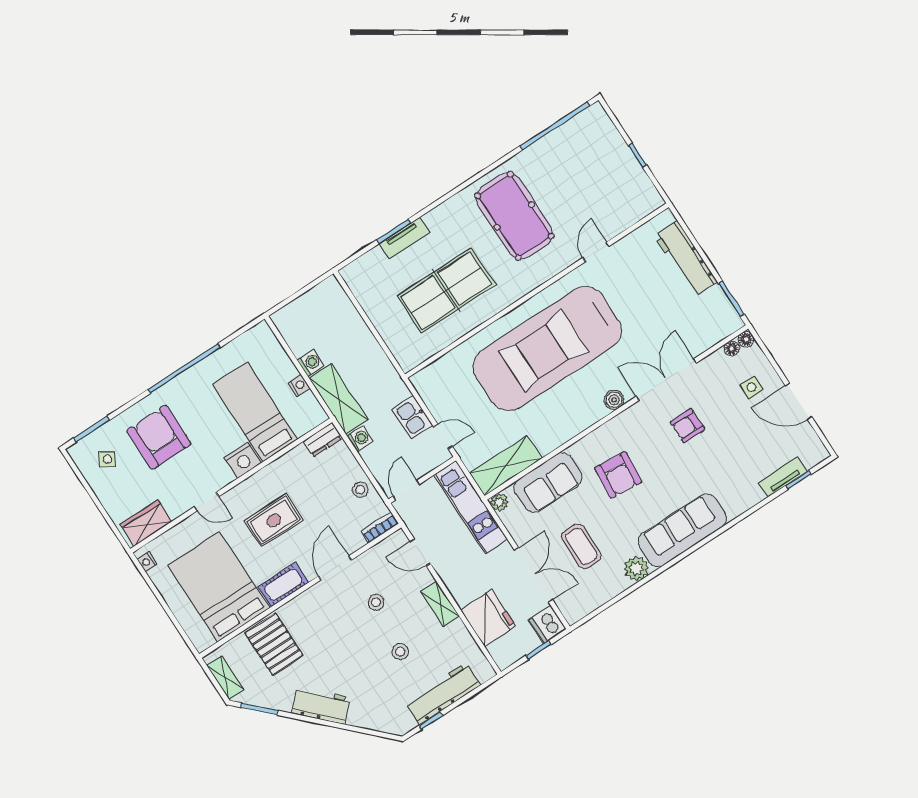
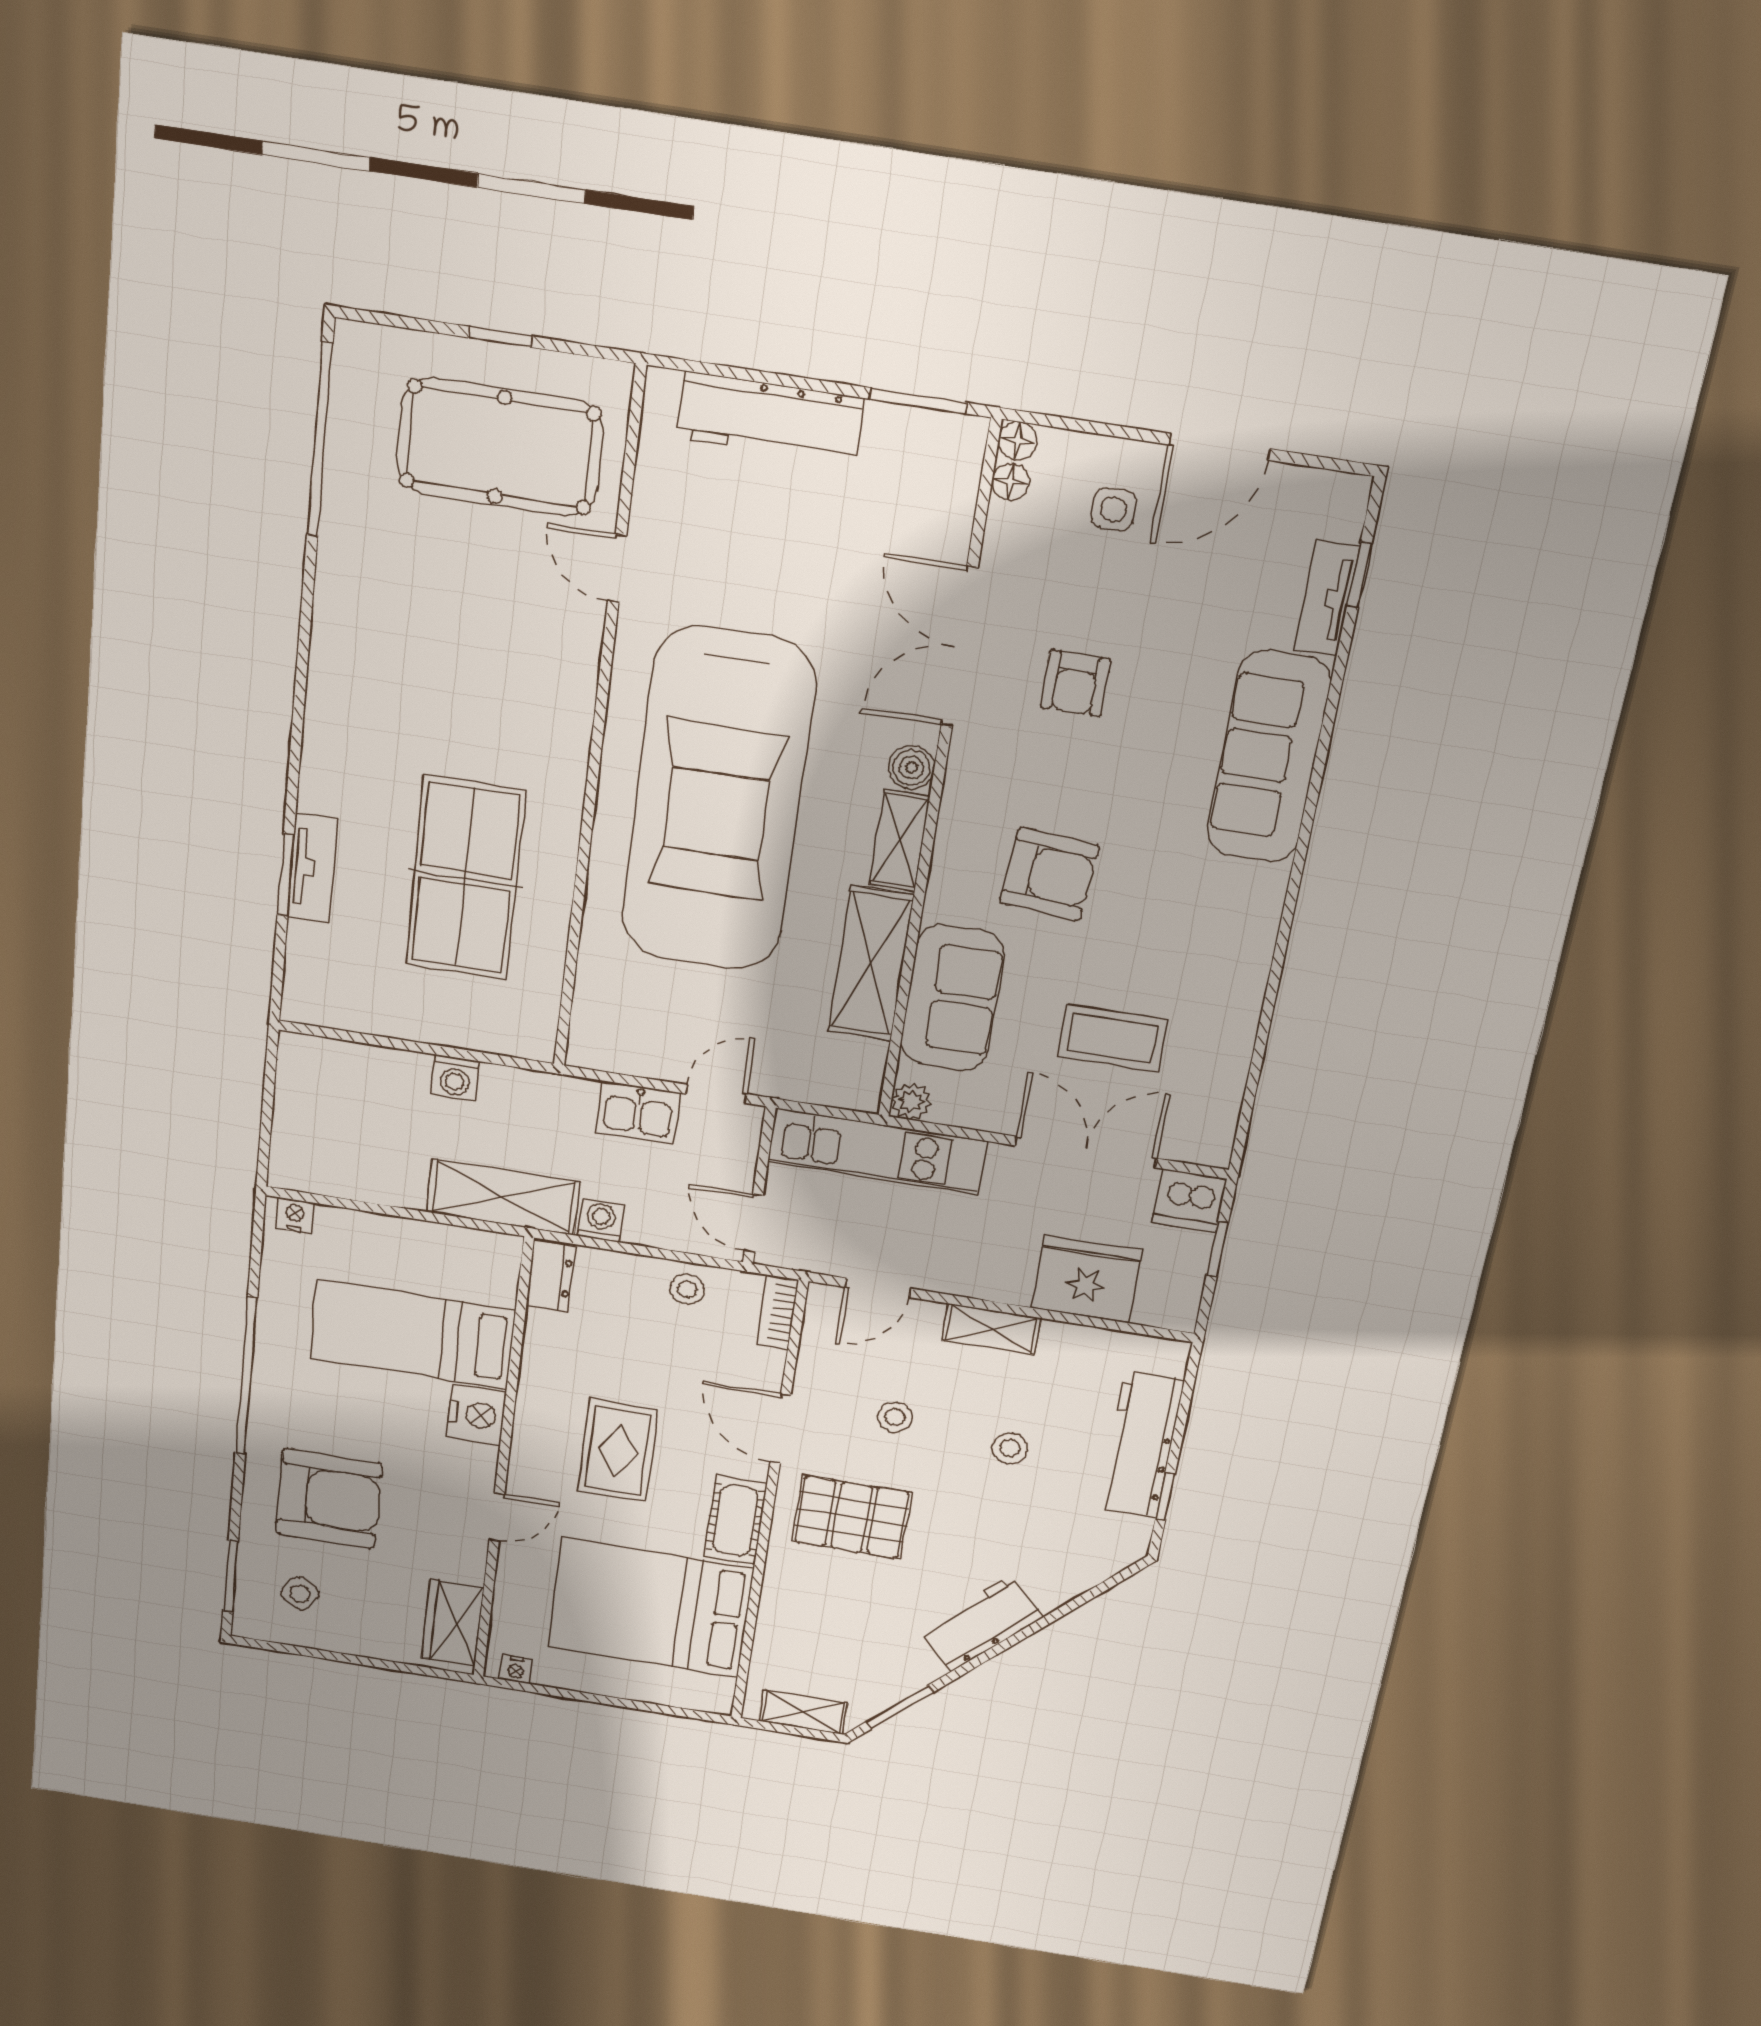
pool table: (514, 216) -> (500, 447), moved
washing machine: (311, 363) -> (455, 1078), moved, turned 180
nightstand: (299, 385) -> (295, 1215), moved
shelving: (586, 418) -> (900, 841), added
armchair: (159, 437) -> (329, 1499), turned 180
shelving: (506, 466) -> (871, 963), moved
sofa: (682, 530) -> (1268, 757), moved
plant: (636, 569) -> (1238, 984), removed
pallet: (274, 644) -> (851, 1517), moved

